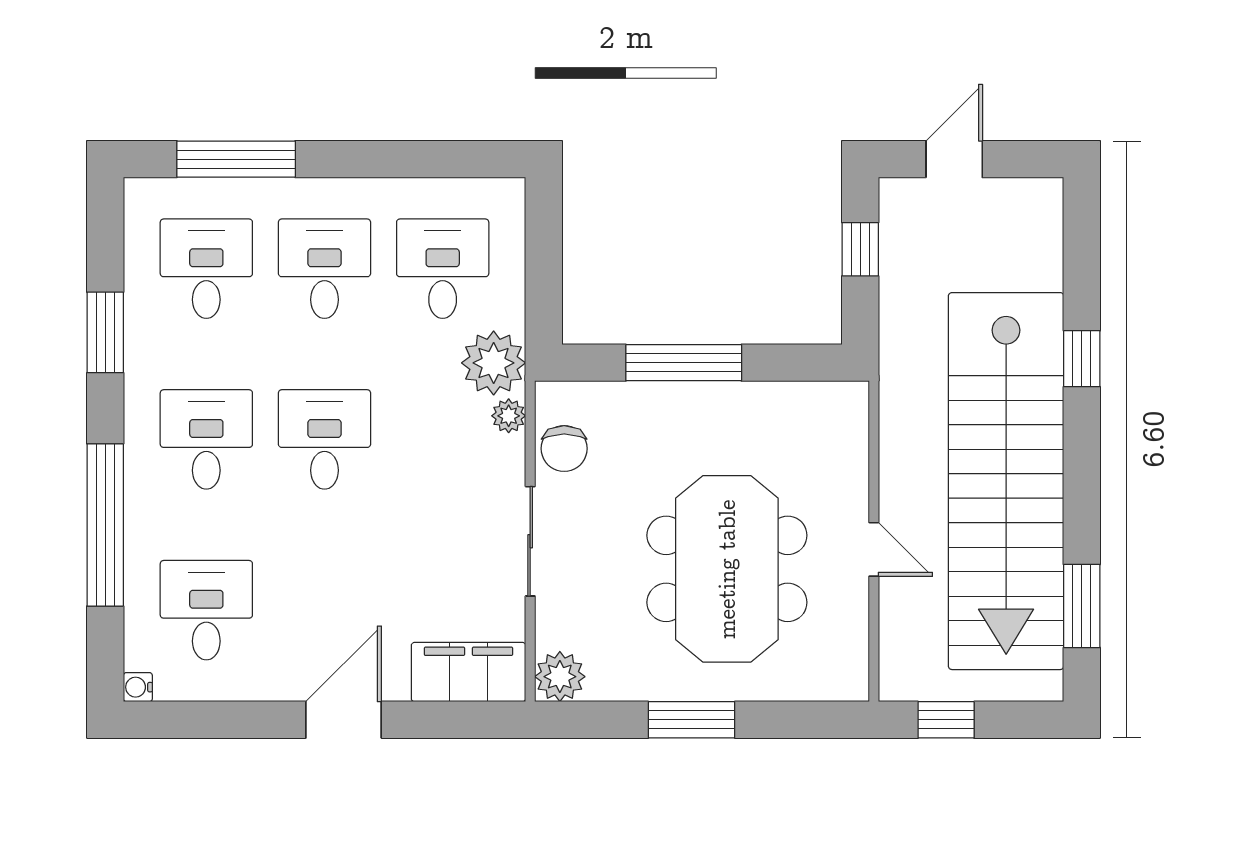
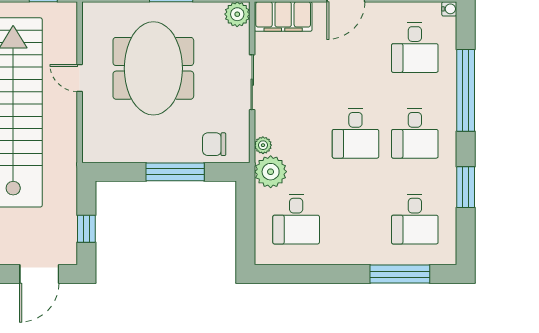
door: (954, 159) -> (39, 274), width x1.38
desk: (324, 269) -> (355, 219), removed
chair: (564, 449) -> (214, 144), moved, turned -90

